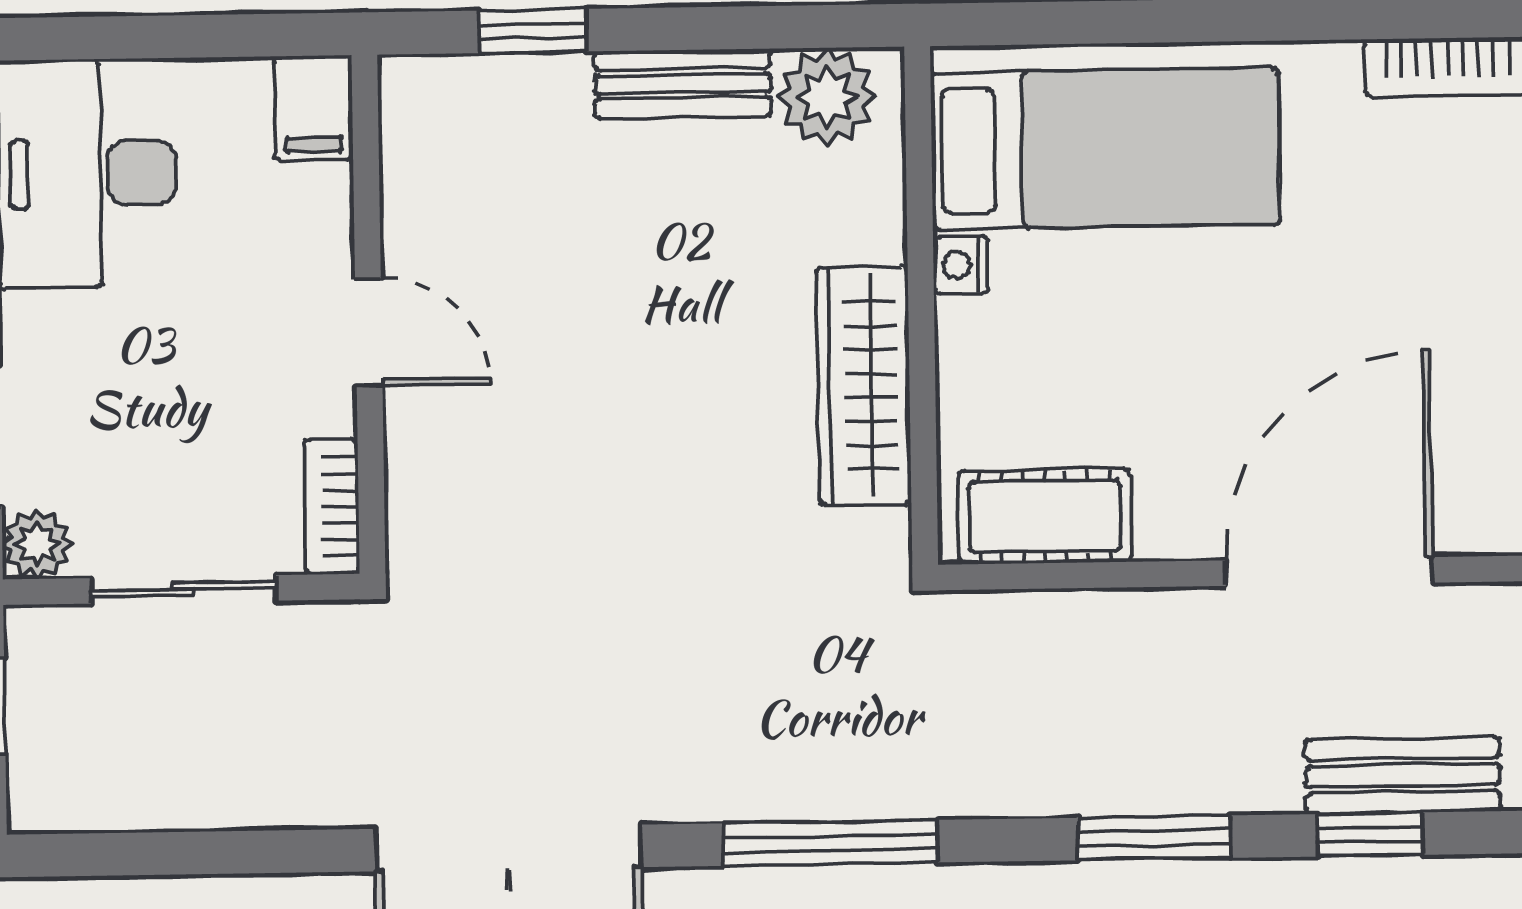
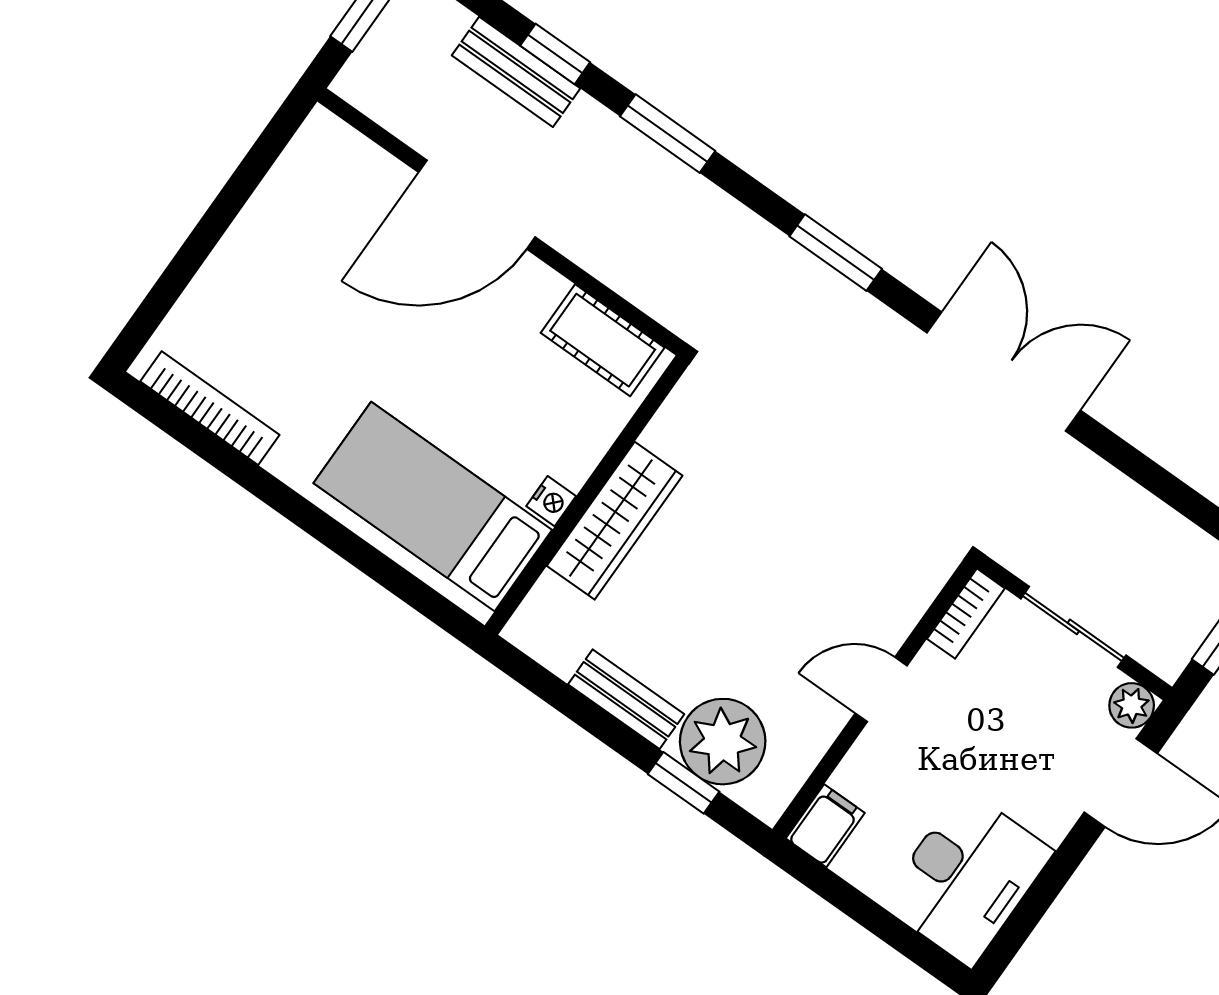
plant: (827, 97) -> (723, 742), moved, width x1.36, depth x1.36
door: (369, 332) -> (881, 689), hinge flipped
wardrobe: (864, 385) -> (615, 521), moved
window: (831, 843) -> (836, 253), width x0.69

